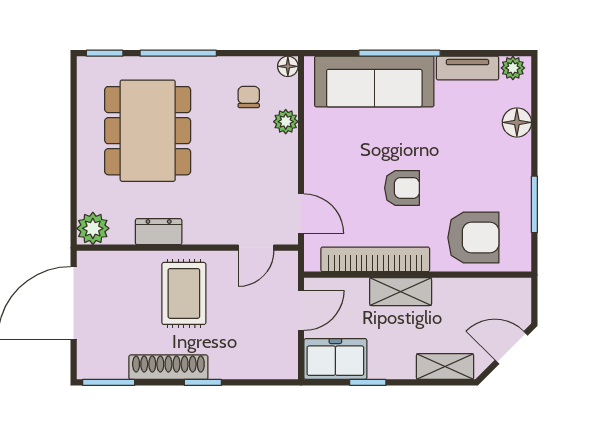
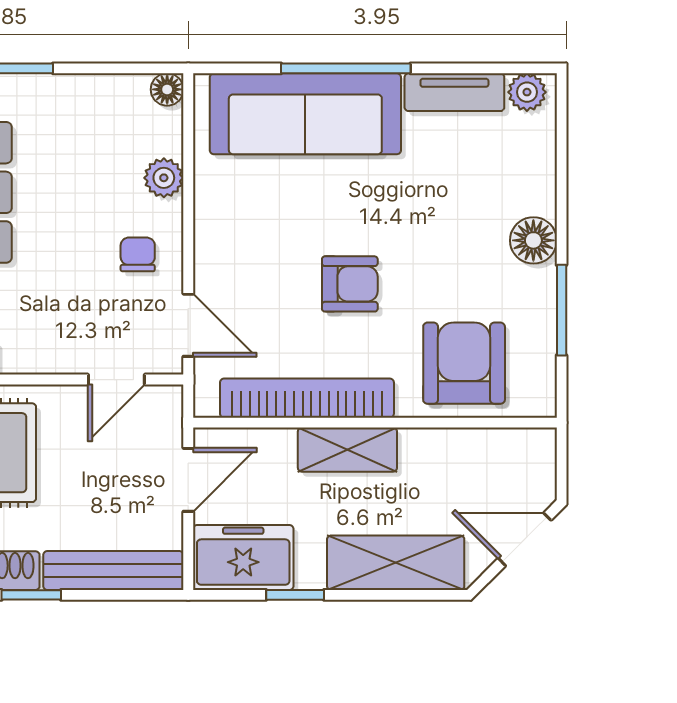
chair: (249, 97) -> (138, 254), moved
floor lamp: (517, 122) -> (533, 240), moved
armchair: (473, 238) -> (464, 363), turned -90
bench: (254, 367) -> (113, 571), added
shelving: (445, 367) -> (396, 563), width x1.50, depth x1.33

